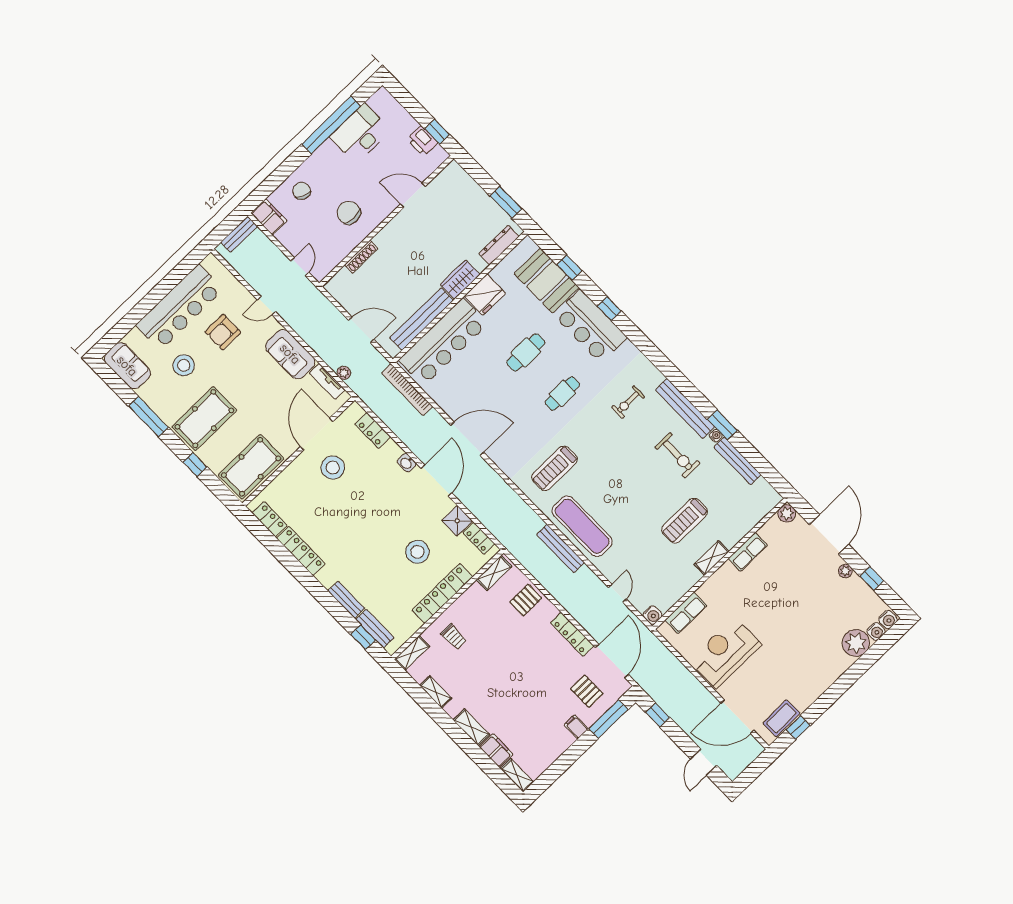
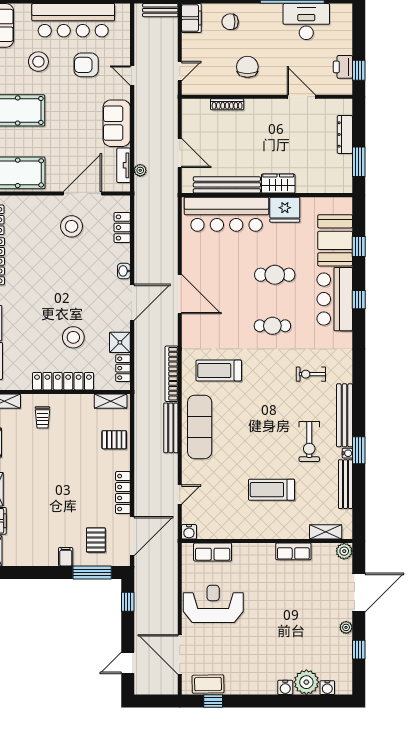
chair: (302, 191) -> (230, 22), turned -115
dresser: (499, 245) -> (345, 134), moved, turned -90
bookcase: (407, 390) -> (171, 374), moved
shelving: (712, 558) -> (326, 532), moved
water cooler: (888, 620) -> (285, 687), moved

